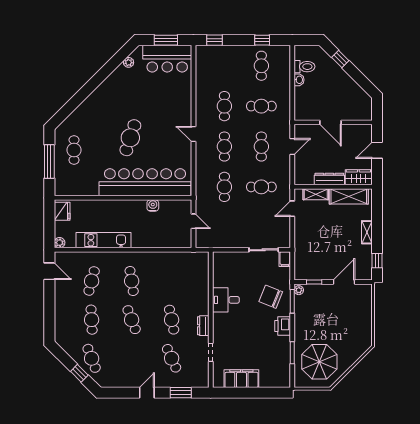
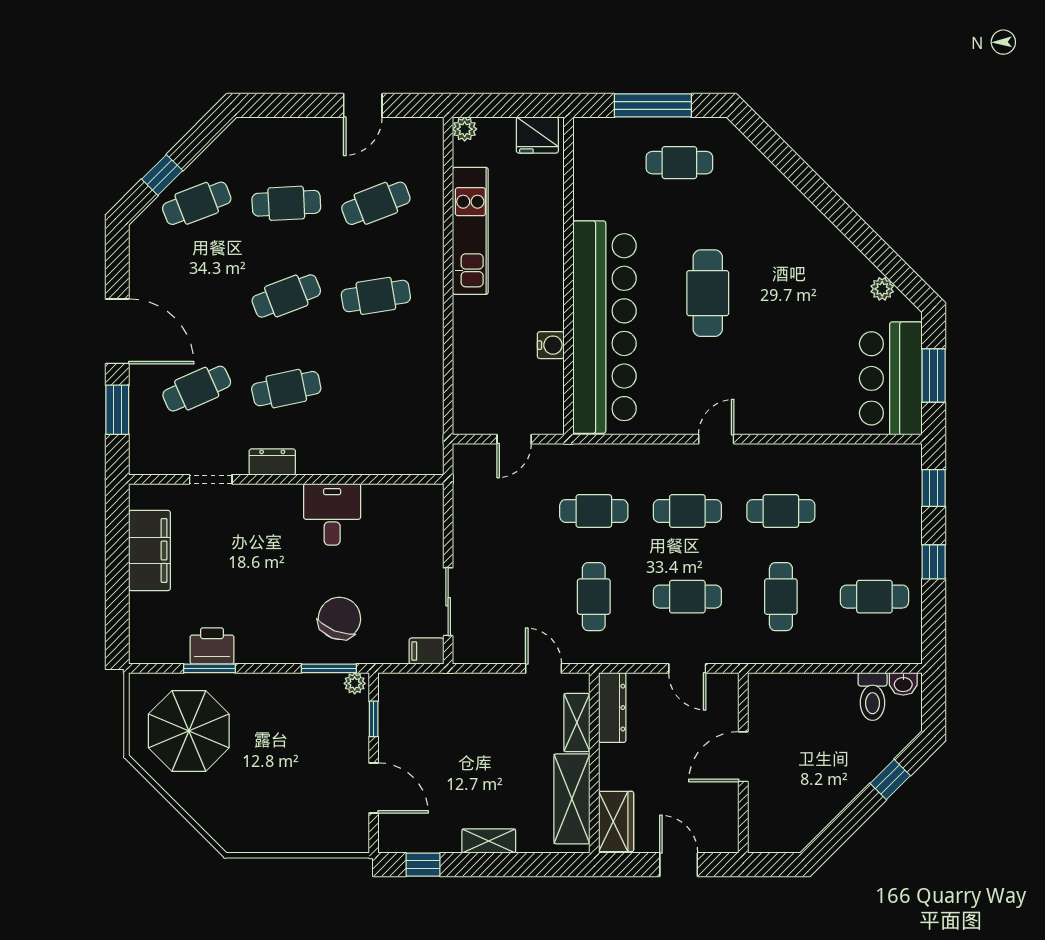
window: (262, 40) -> (934, 562), moved
washbasin: (299, 80) -> (903, 684), moved
cafe table: (130, 138) -> (708, 293), turned 72
dresser: (329, 179) -> (612, 708), moved
door: (49, 271) -> (363, 105), moved
cafe table: (92, 281) -> (376, 203), turned -36
printer: (283, 326) -> (212, 646), moved
door: (147, 393) -> (117, 331), width x1.87

